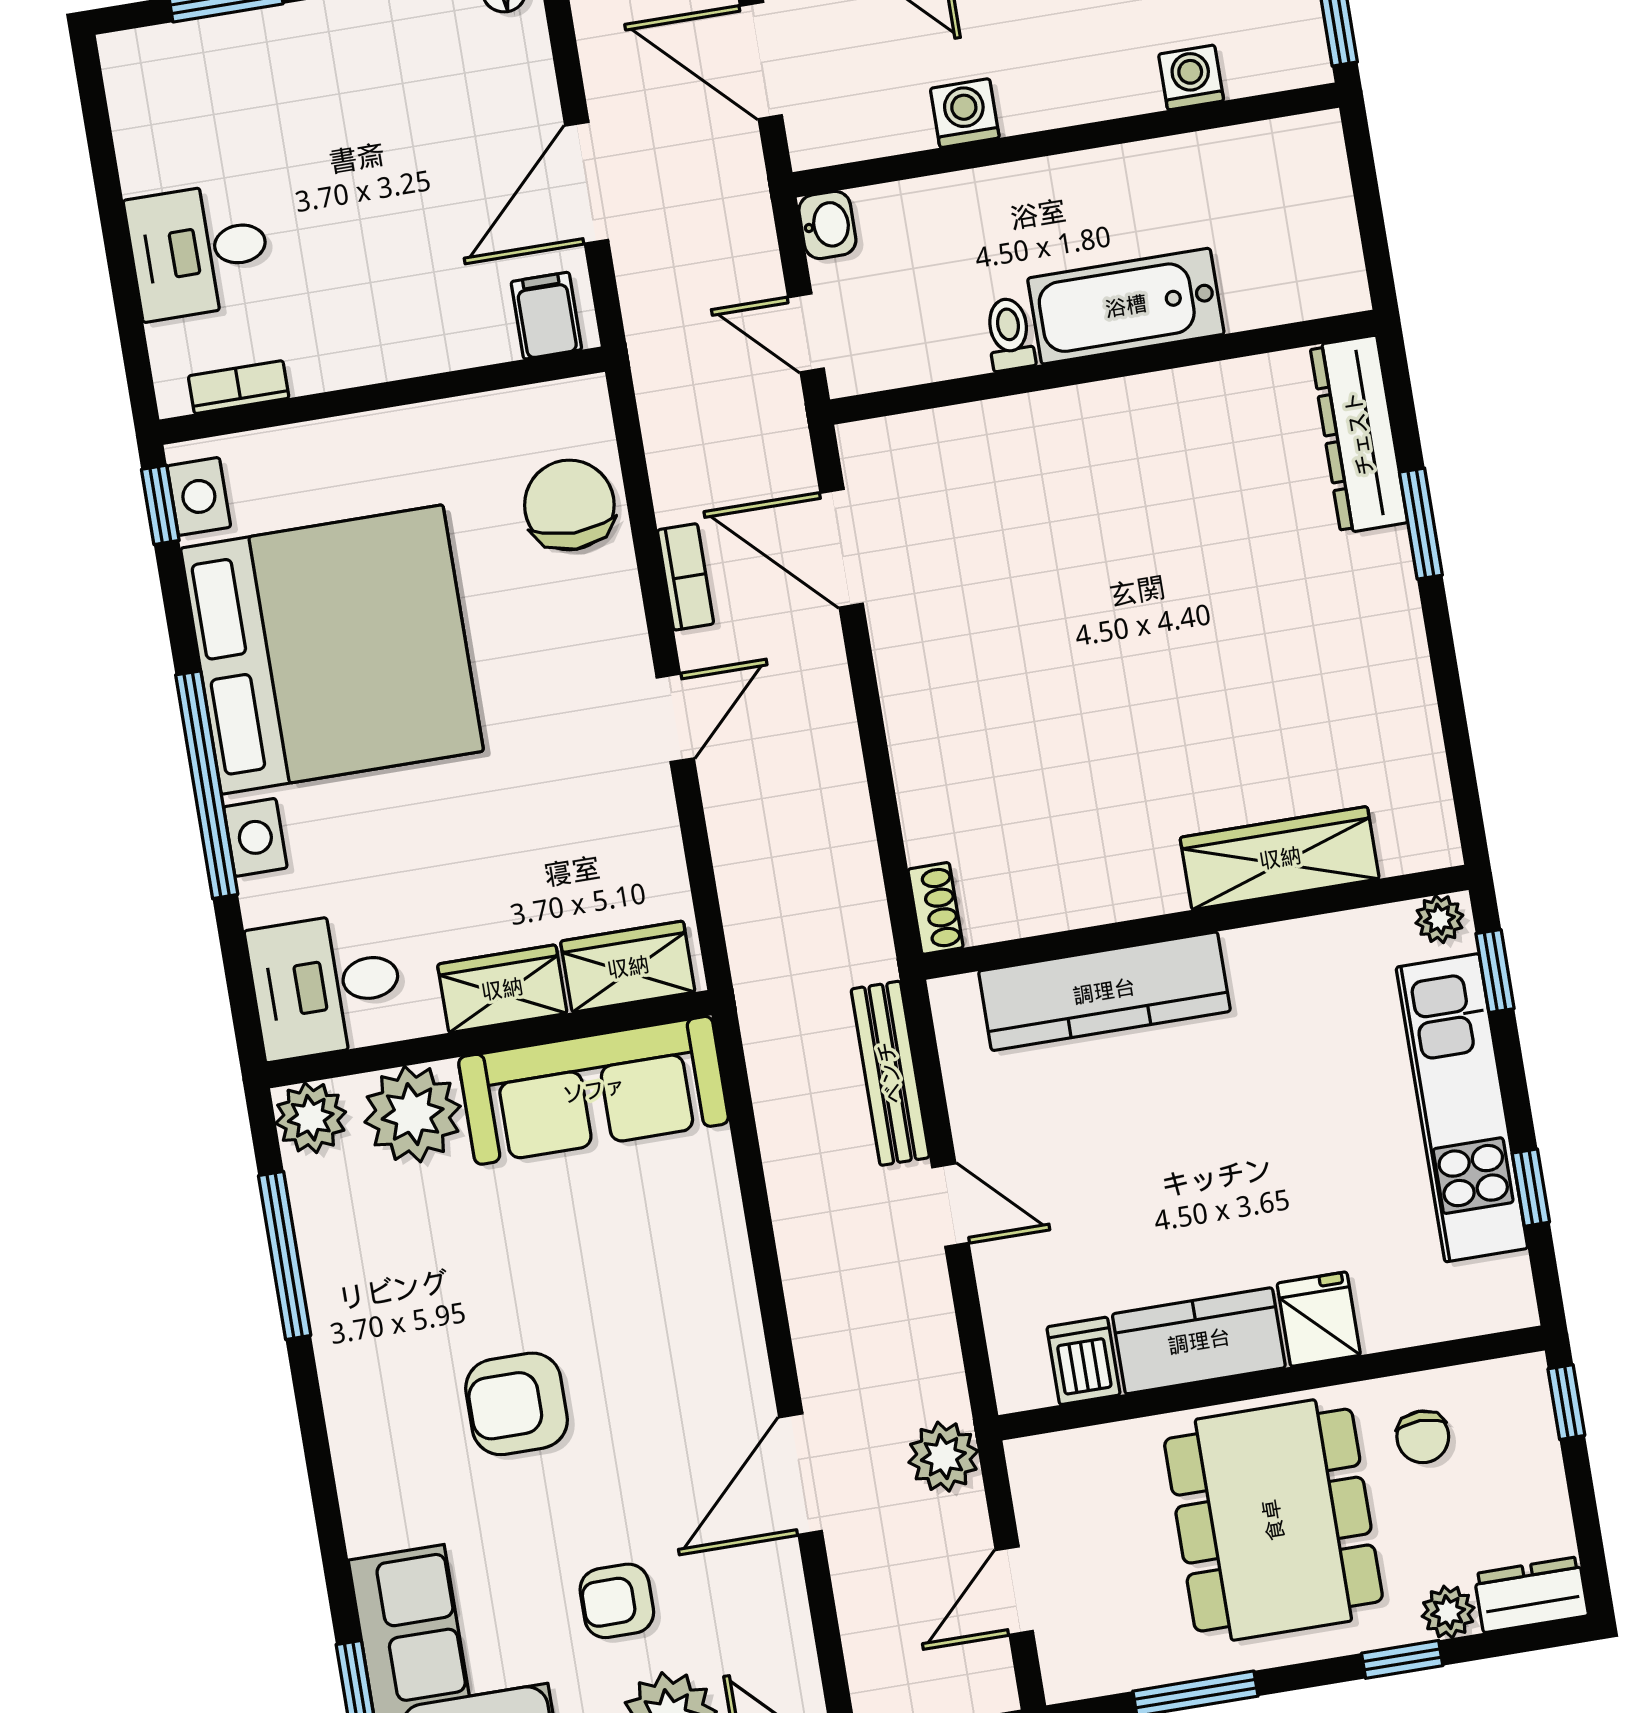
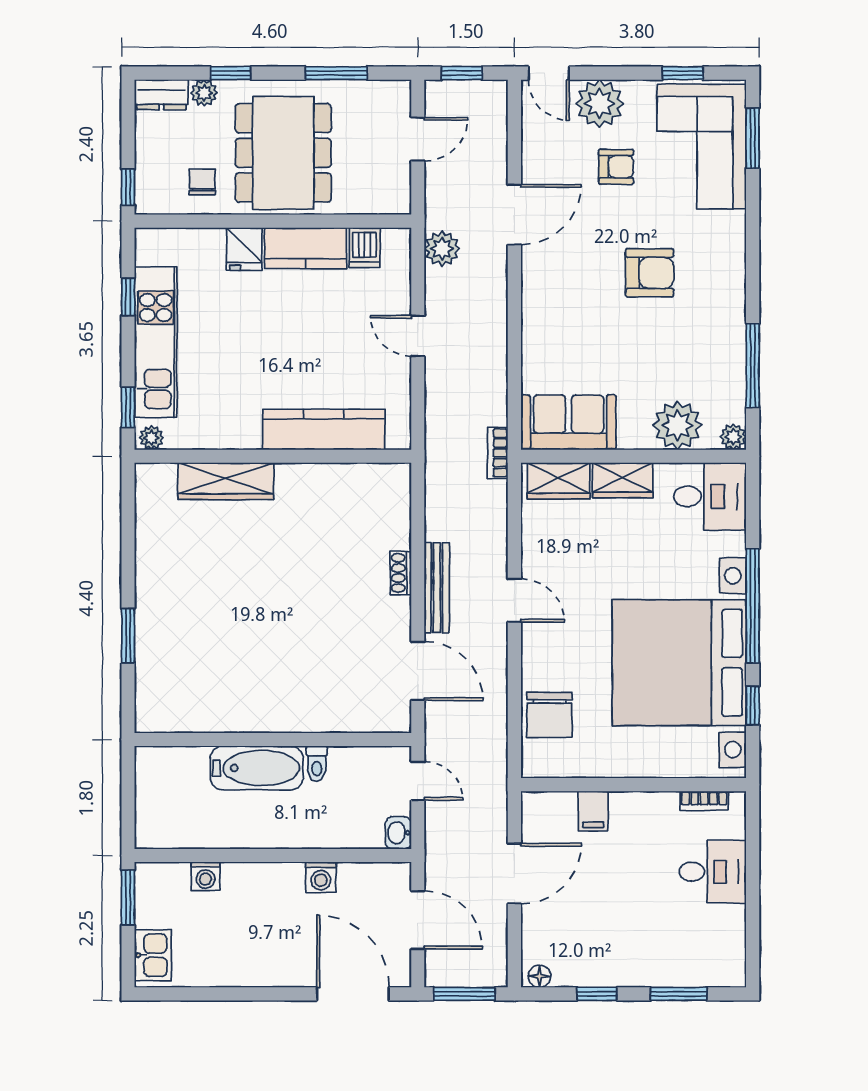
filing cabinet: (546, 316) -> (593, 811), moved
dresser: (1359, 434) -> (152, 685), removed
window: (160, 505) -> (753, 706), moved
bookcase: (686, 577) -> (498, 453), moved
door: (675, 718) -> (514, 600), swing flipped
shoe rack: (936, 908) -> (401, 573), moved
bench: (890, 1073) -> (437, 588), moved
sofa: (594, 1090) -> (568, 422), width x0.73
plant: (311, 1118) -> (733, 437), width x0.73, depth x0.73
plant: (943, 1457) -> (442, 249), moved

